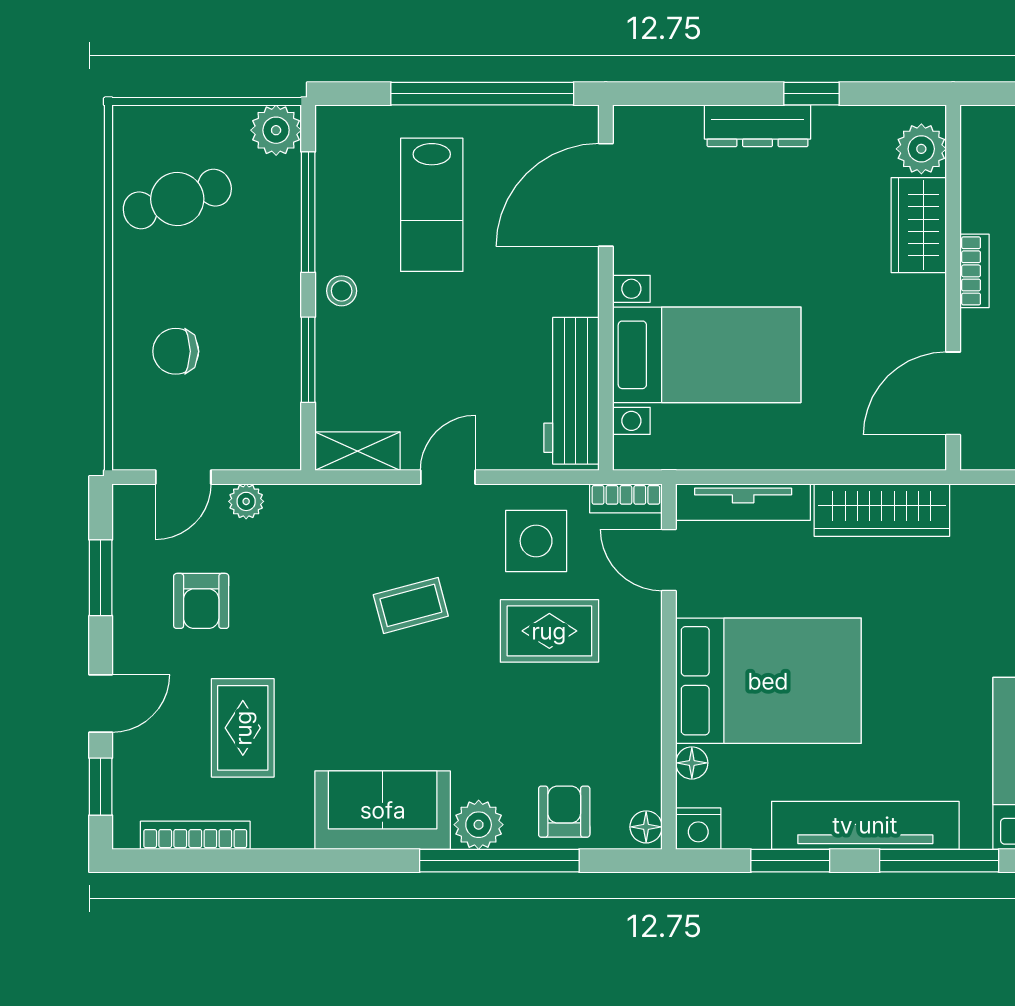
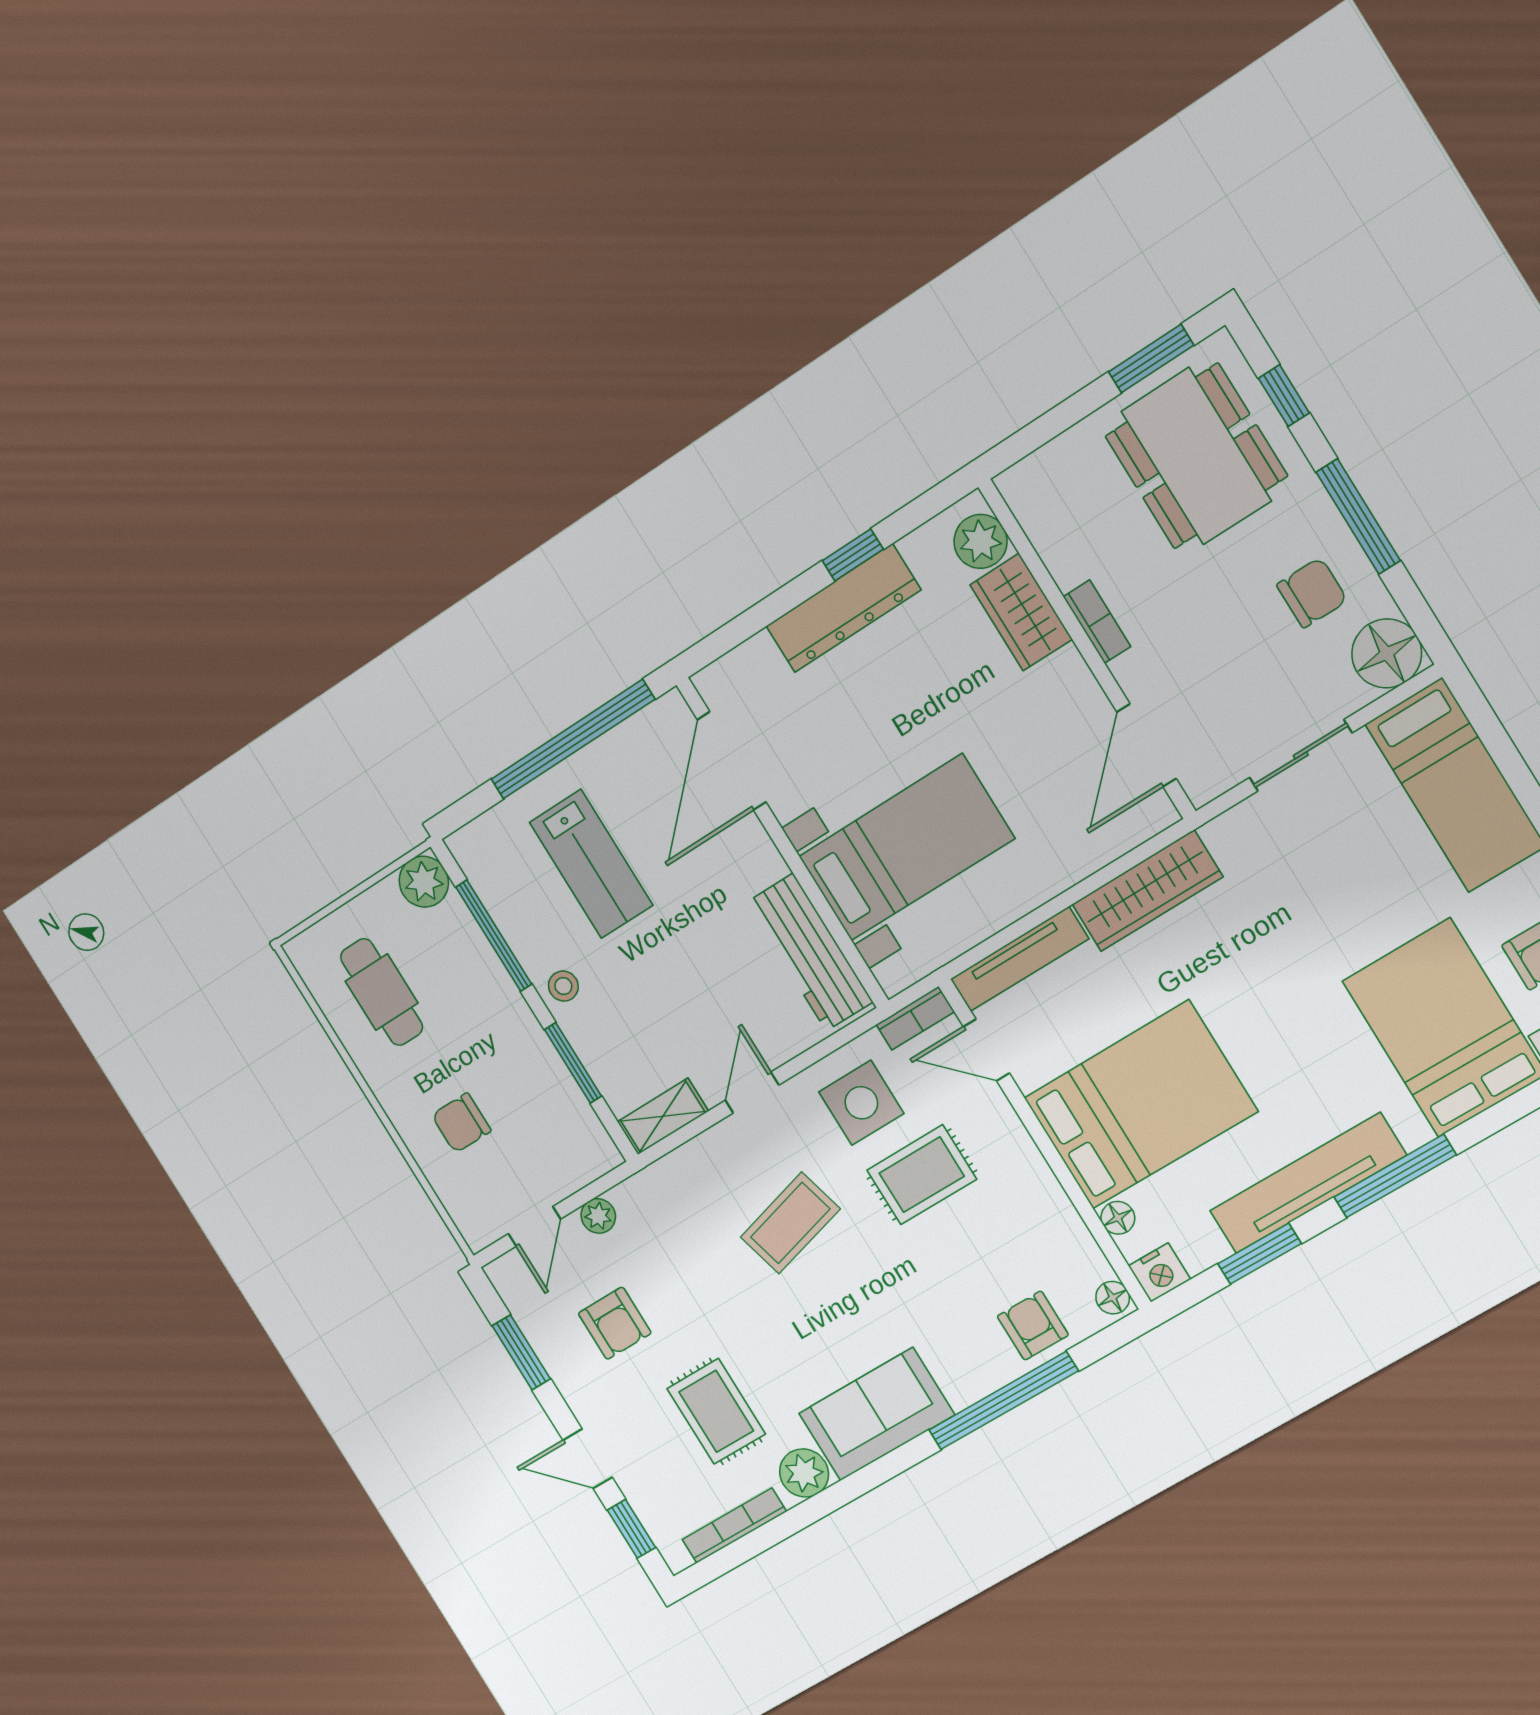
dresser: (757, 126) -> (843, 608), width x1.37, depth x1.24
cafe table: (177, 199) -> (382, 992), turned -73
coffee table: (411, 605) -> (790, 1223), width x1.36, depth x1.30
door: (101, 703) -> (588, 1459), swing flipped
plant: (479, 825) -> (804, 1473), moved

